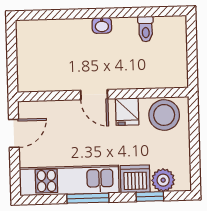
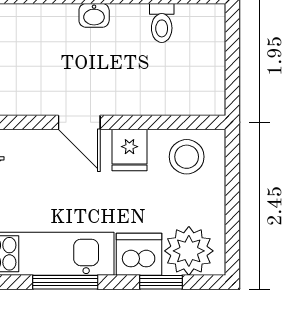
stool: (164, 115) -> (187, 157), width x0.73, depth x0.73
plant: (163, 180) -> (189, 251), width x1.36, depth x1.36

